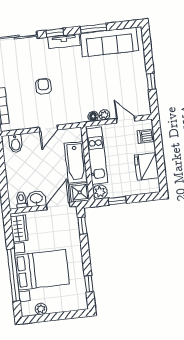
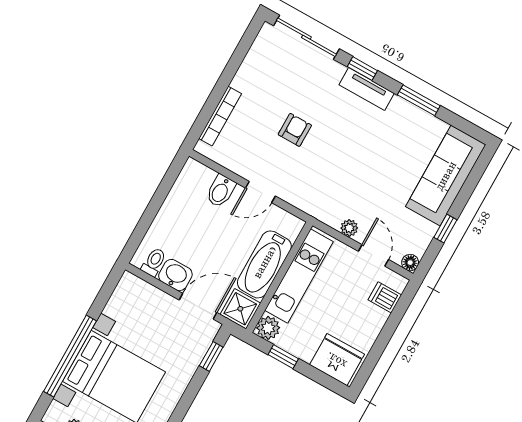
sofa: (109, 42) -> (446, 176), moved, turned 90
floor lamp: (93, 116) -> (410, 263), moved
bidet: (15, 143) -> (221, 191), moved
fridge: (147, 166) -> (337, 360), moved, turned 90
wardrobe: (19, 229) -> (123, 299), removed

